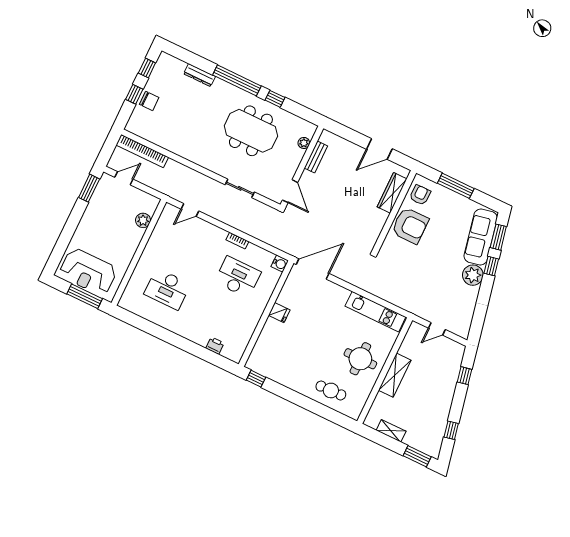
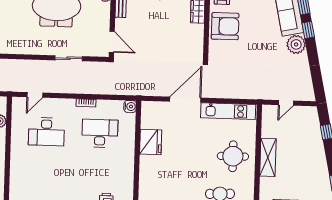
door: (313, 269) -> (185, 100), moved
desk: (167, 289) -> (46, 132), moved
fridge: (279, 313) -> (151, 142), width x1.88, depth x1.34

